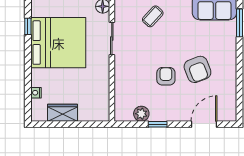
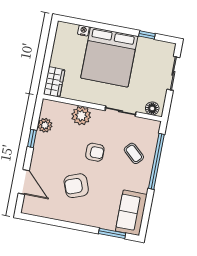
bed: (58, 43) -> (109, 57), moved
armchair: (166, 76) -> (95, 152), moved
plant: (124, 78) -> (81, 116), added
wardrobe: (62, 113) -> (54, 82), moved

